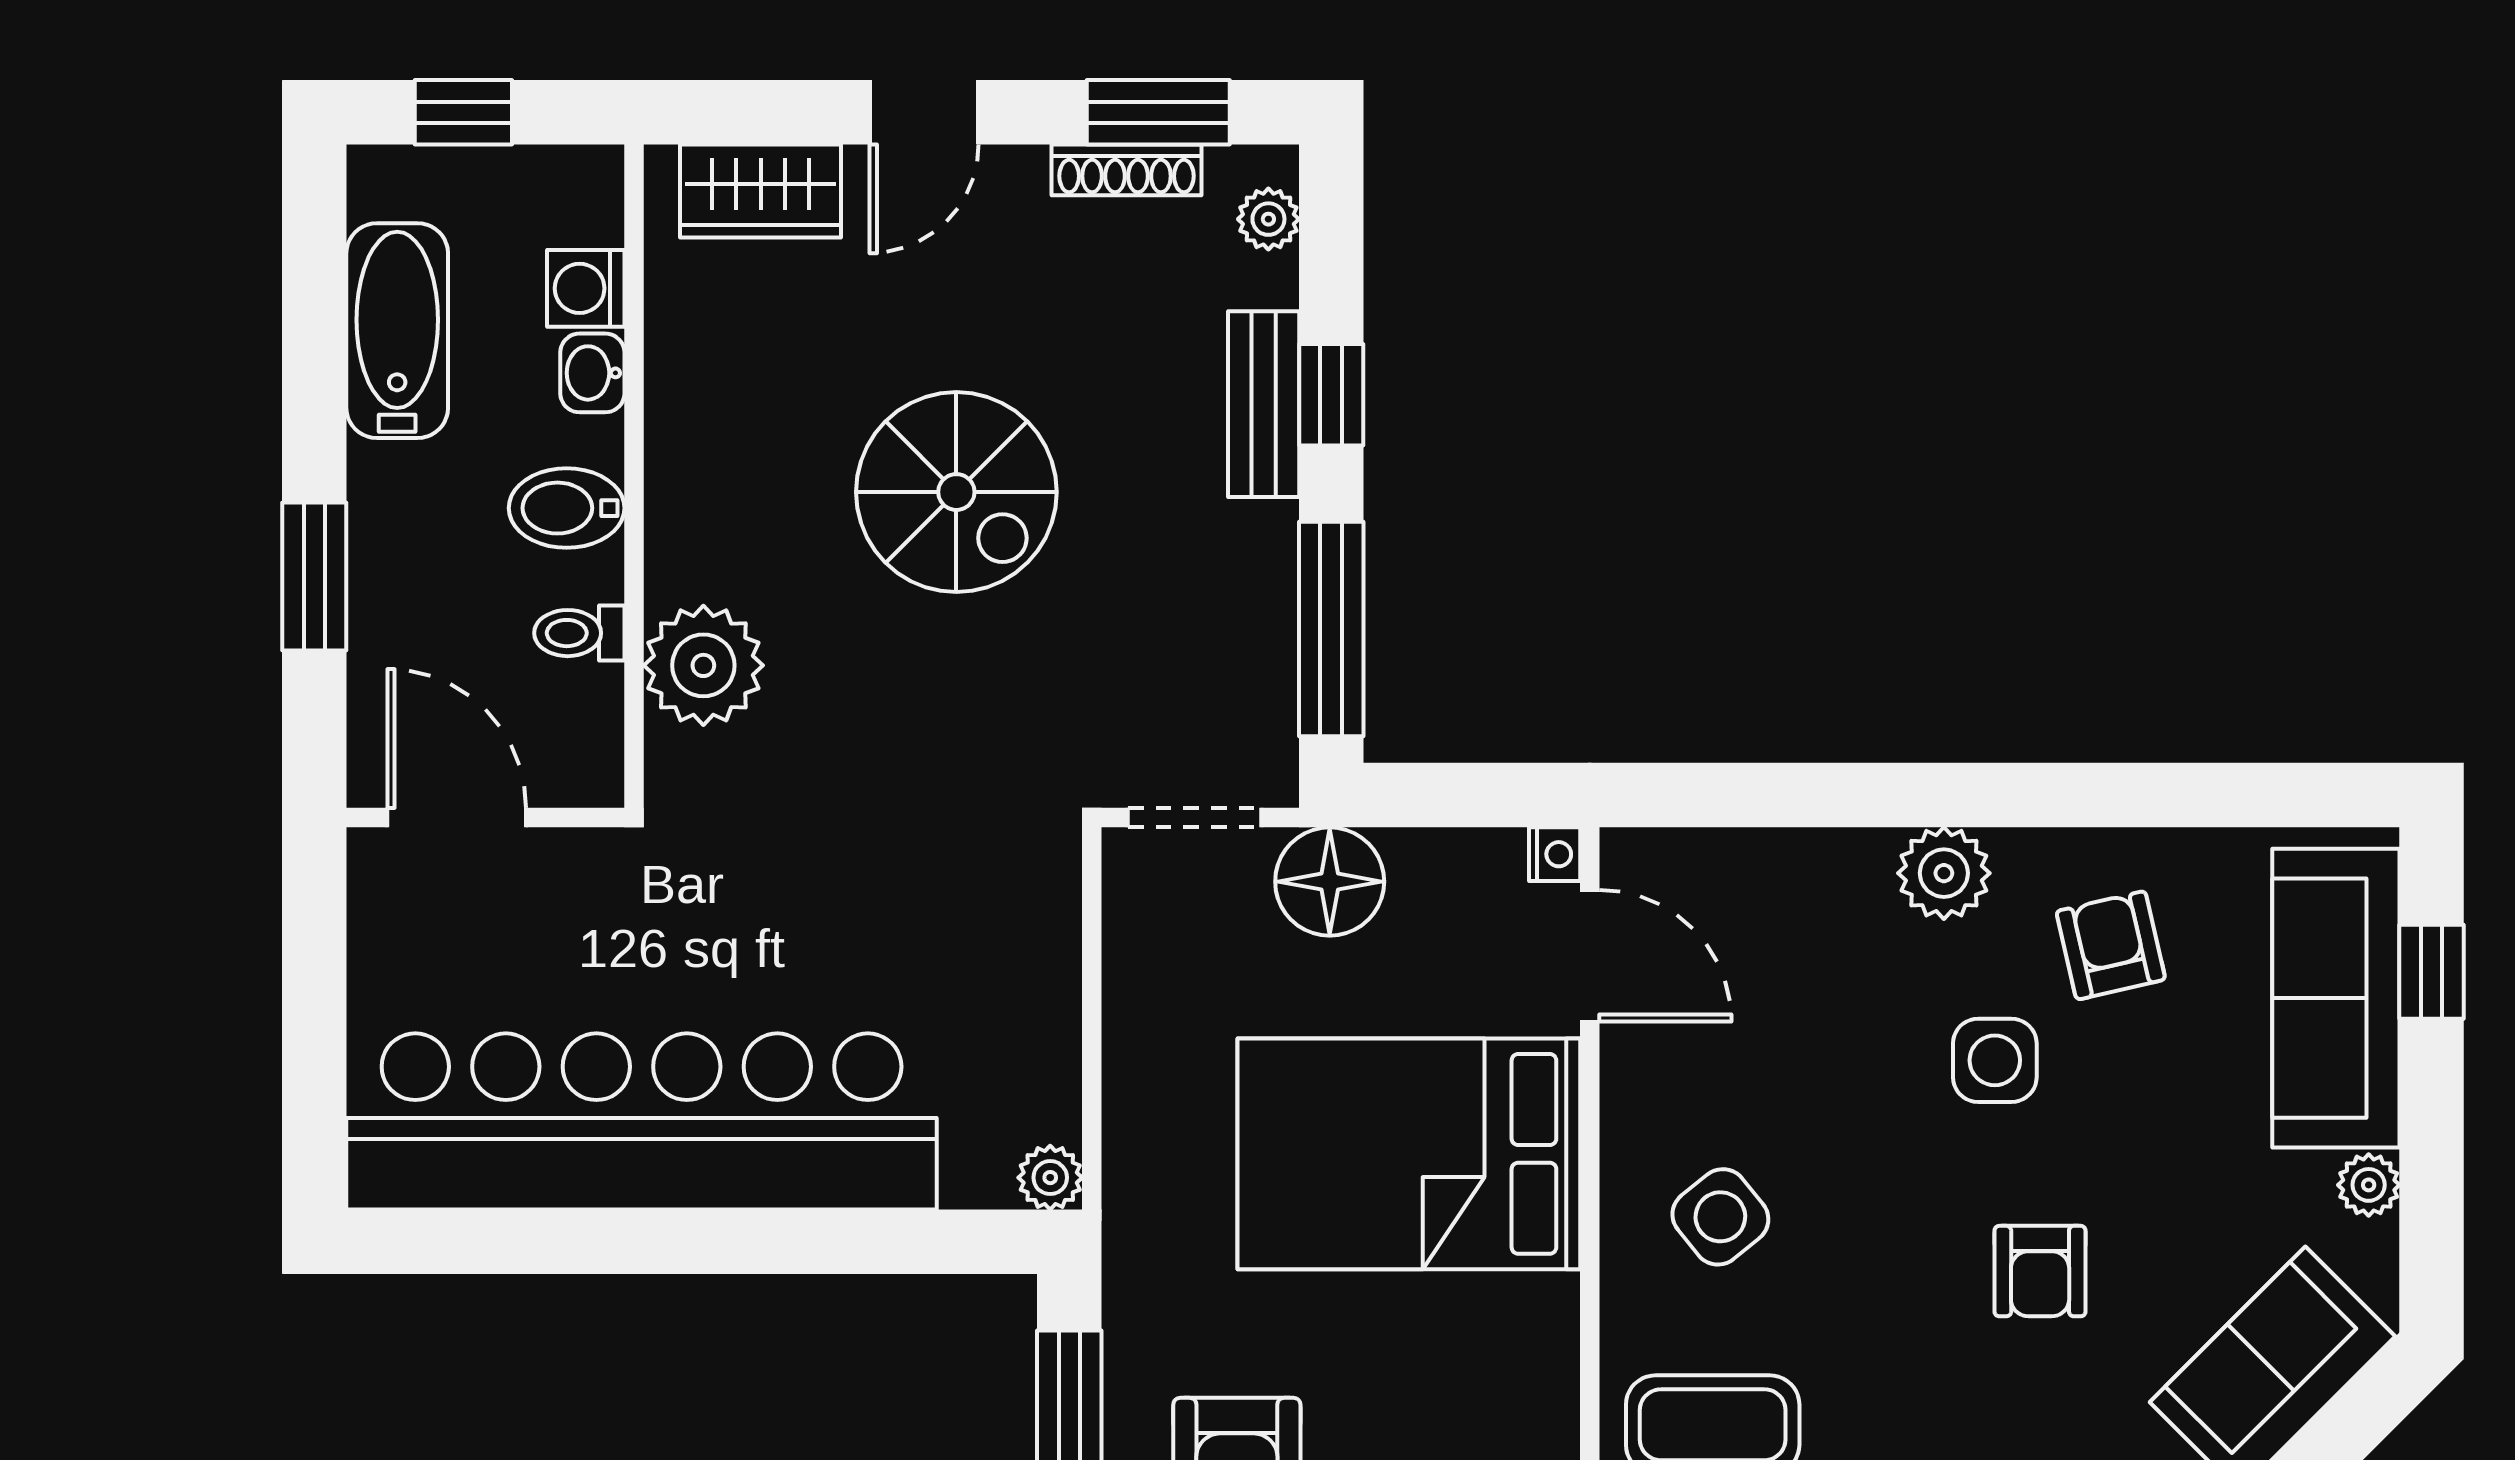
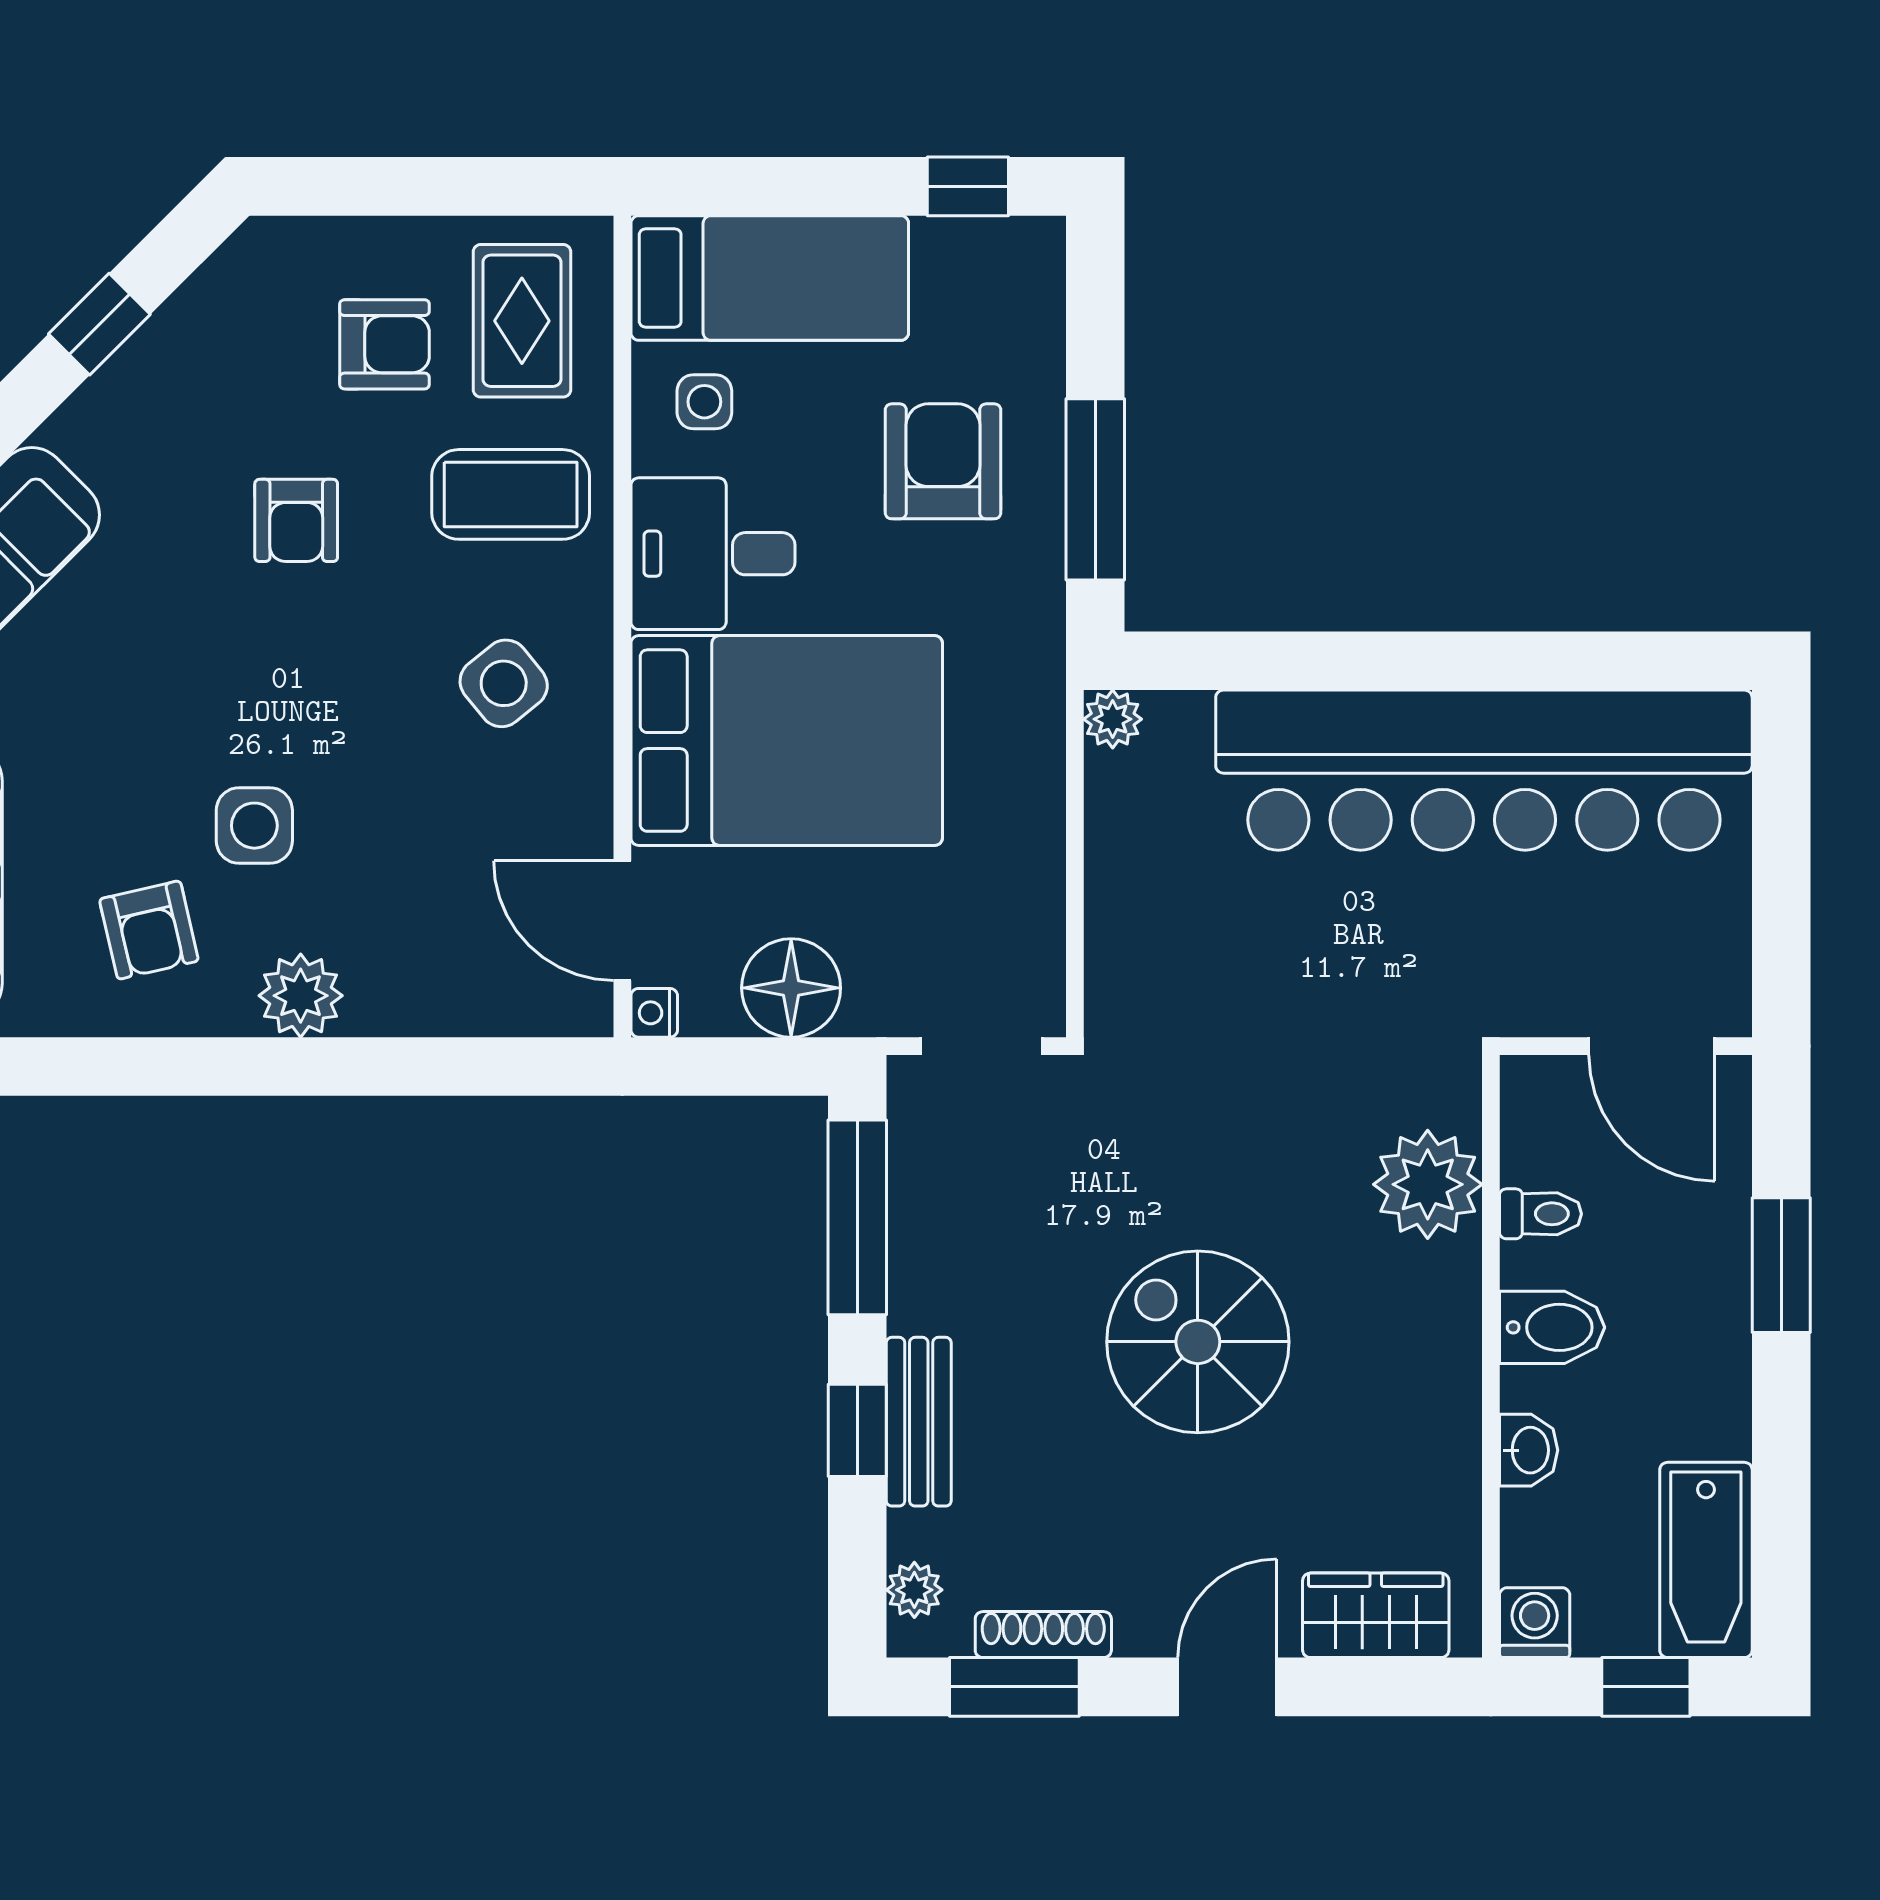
washing machine: (586, 288) -> (1535, 1623), moved, turned -90
bathtub: (397, 331) -> (1706, 1560), moved
floor lamp: (1330, 882) -> (791, 988), moved
armchair: (2040, 1271) -> (296, 520), moved, turned 180
desk: (1490, 1360) -> (713, 554), added

